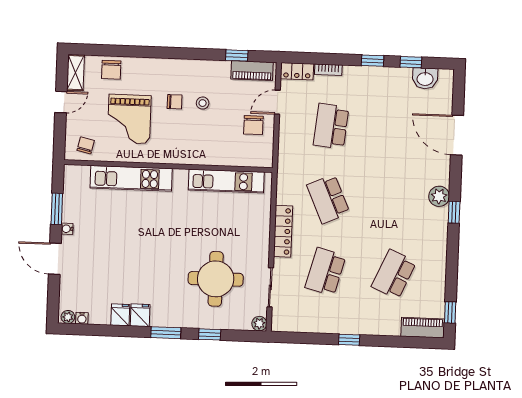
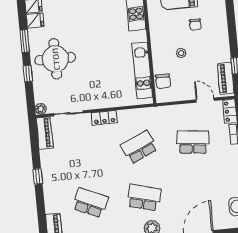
stool: (203, 103) -> (181, 53), moved
chair: (253, 125) -> (163, 81), moved, turned -90
locker: (283, 231) -> (104, 118), width x0.66
school desk: (325, 272) -> (144, 198), moved
round table: (216, 279) -> (55, 59), moved
piano: (292, 323) -> (45, 133), added

